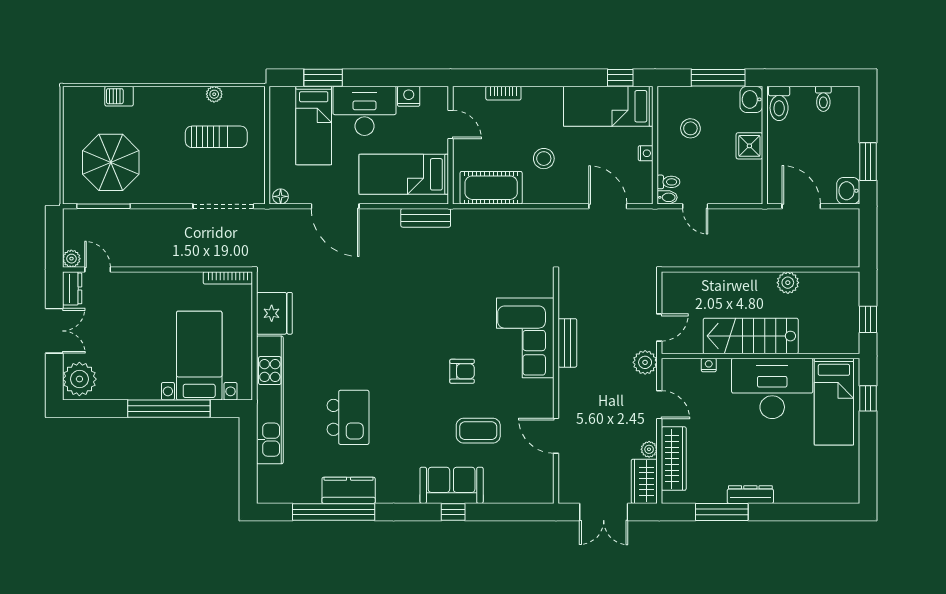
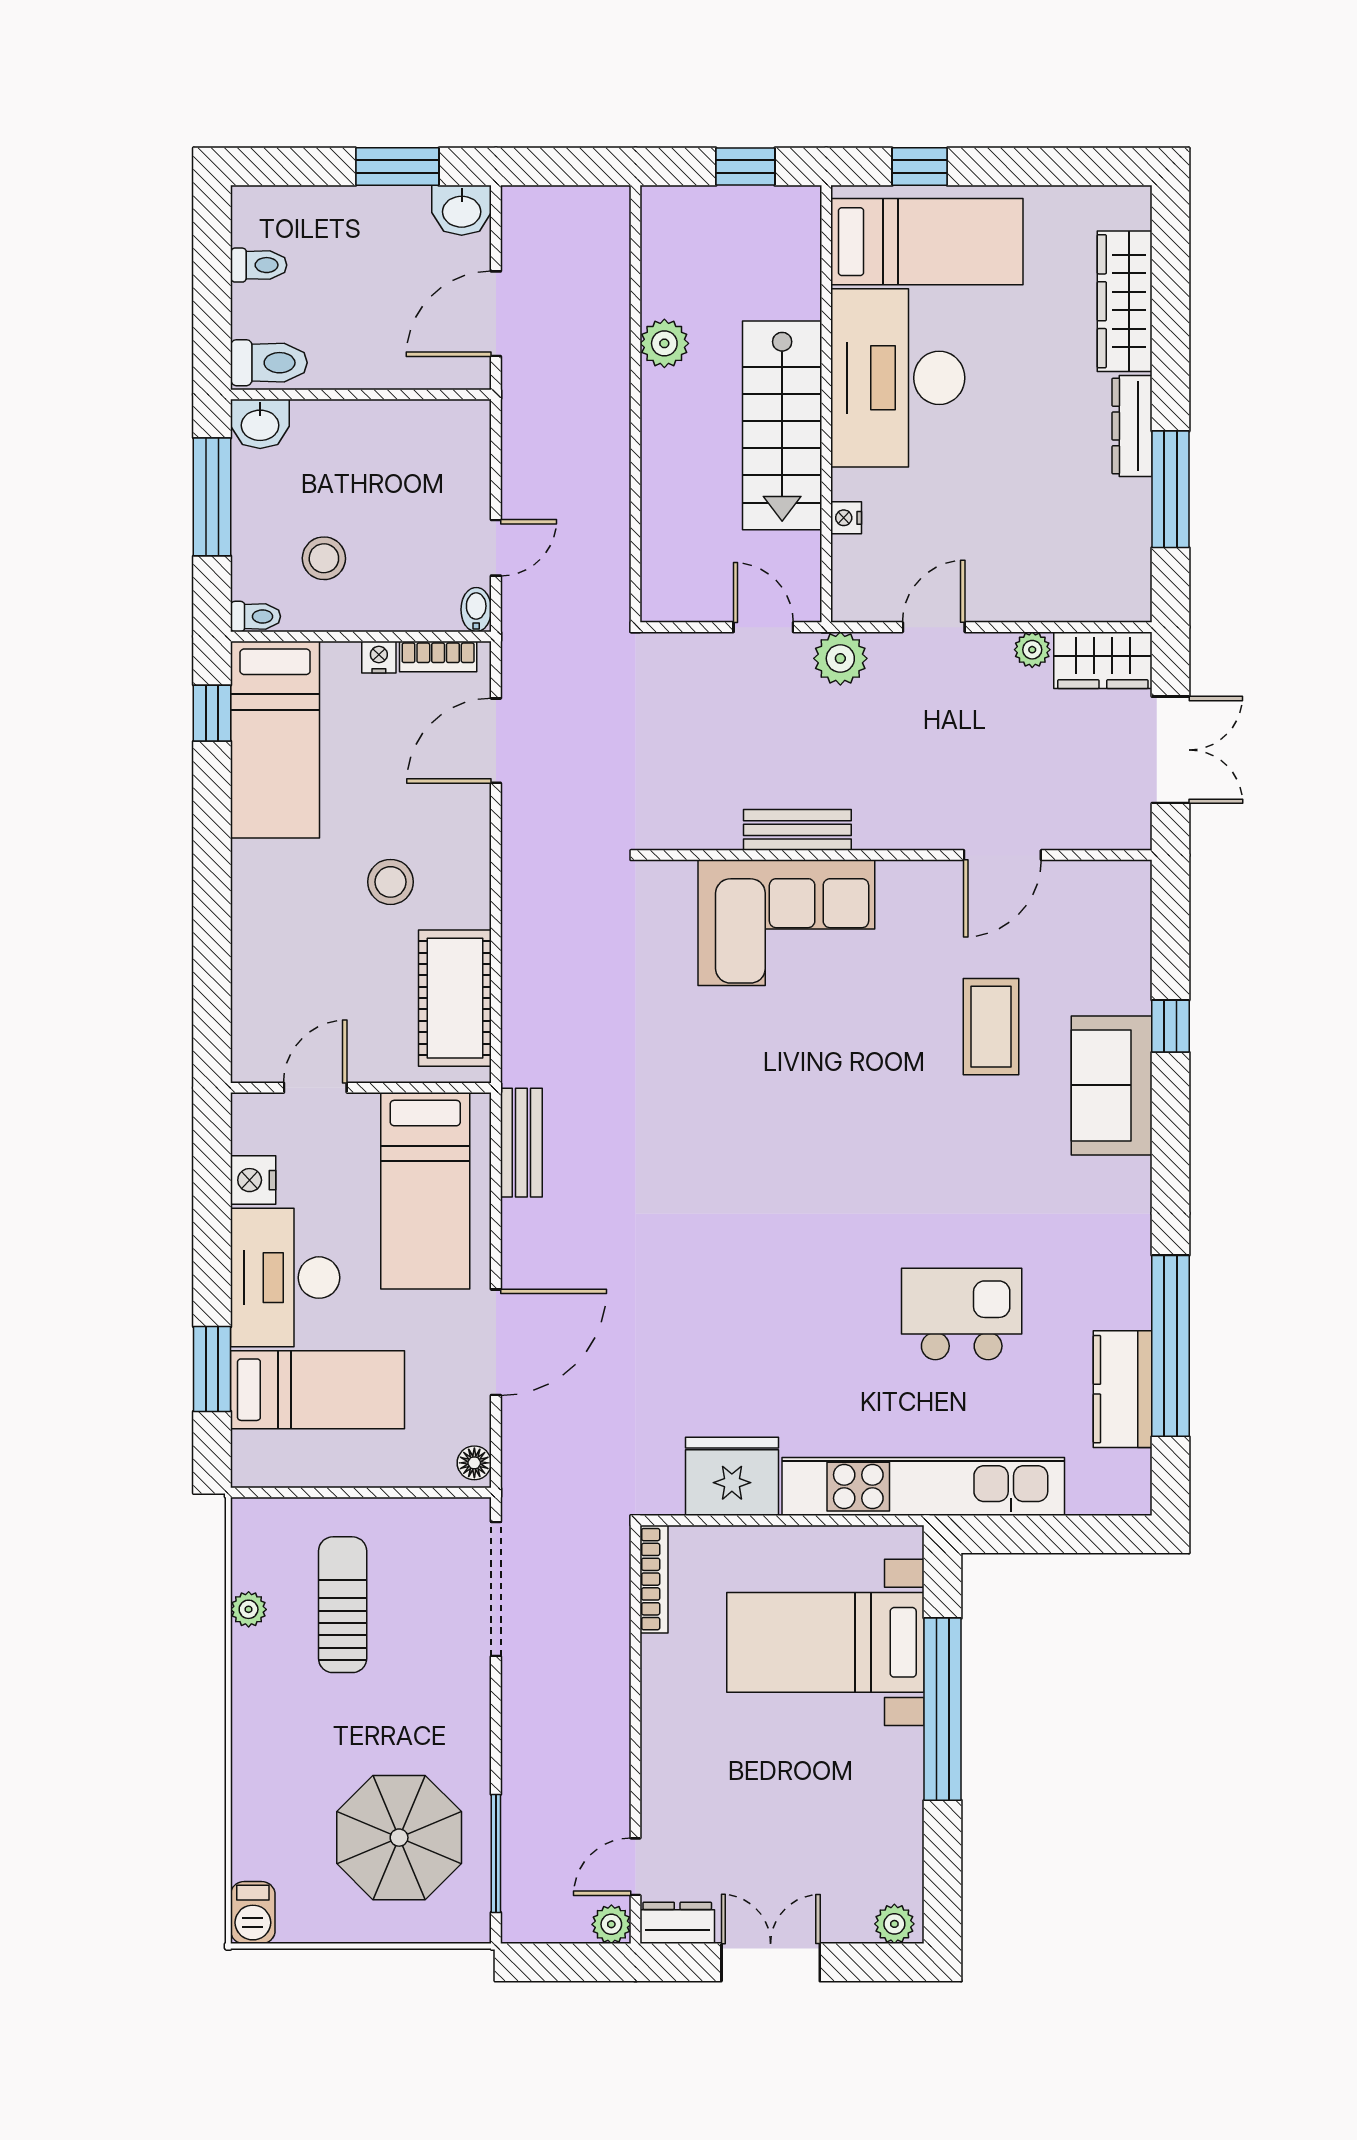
bookcase: (503, 93) -> (438, 656), moved, turned 90
barbecue: (119, 96) -> (253, 1913), moved
shower: (749, 146) -> (363, 428), removed
toilet: (668, 182) -> (256, 616), moved, turned 90
armchair: (462, 371) -> (860, 1062), removed
plant: (79, 379) -> (894, 1924), width x0.53, depth x0.53
wardrobe: (674, 459) -> (1125, 301), moved, turned -90
kitchen counter: (349, 490) -> (1123, 1389), moved
window: (453, 512) -> (1170, 1026), moved

